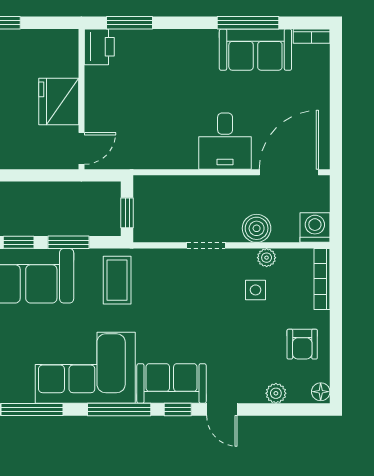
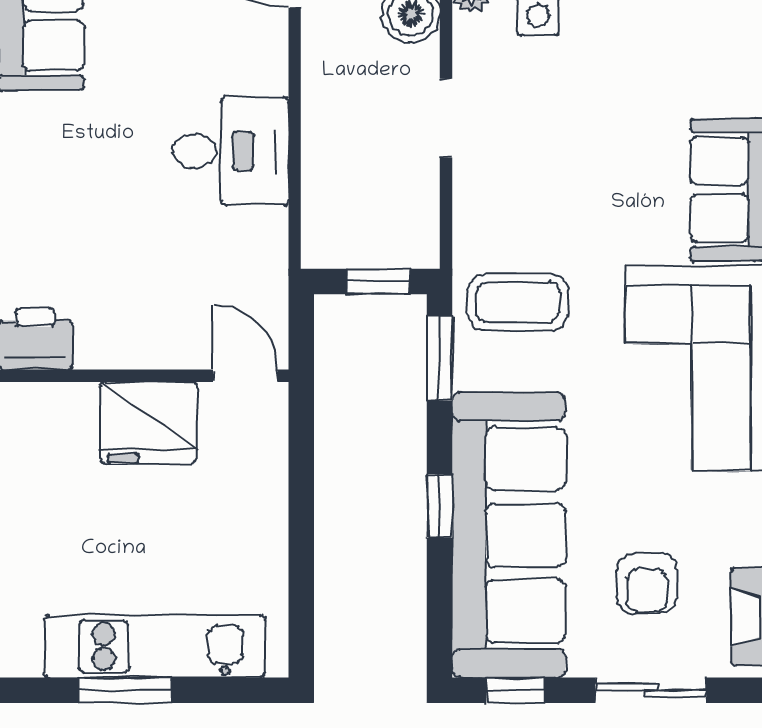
desk: (225, 141) -> (230, 151), moved
window: (69, 242) -> (439, 358), moved

